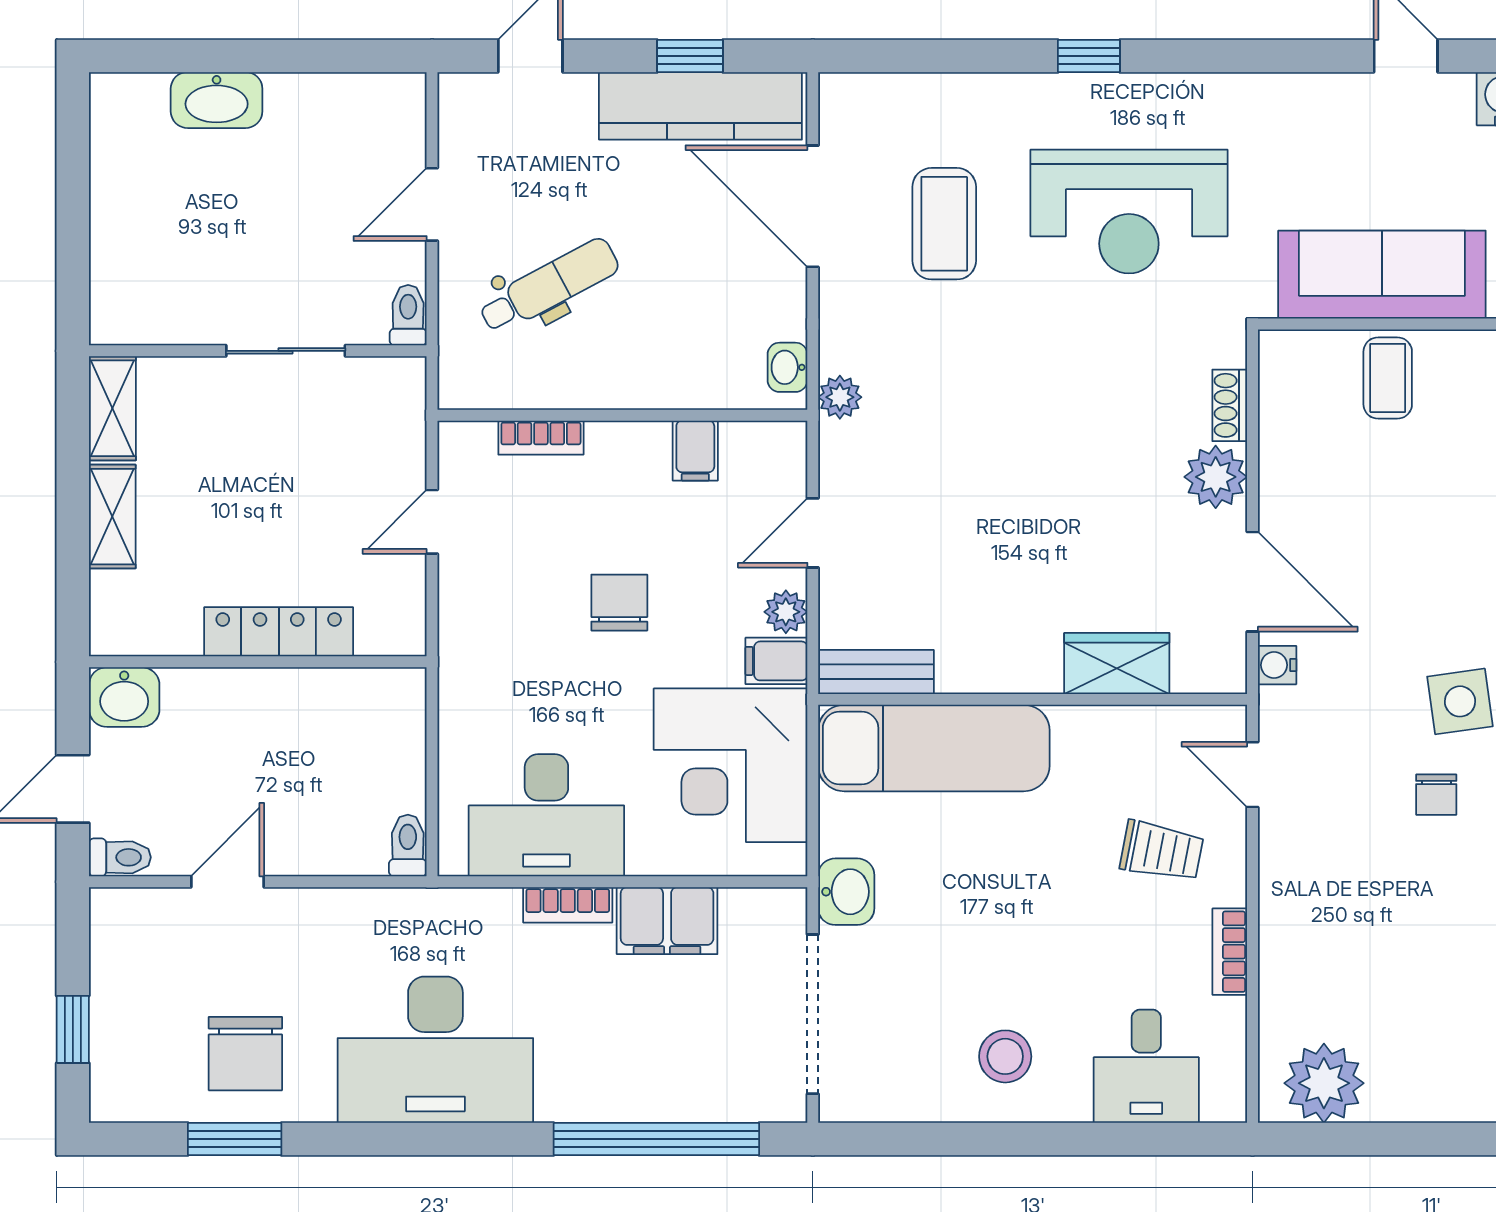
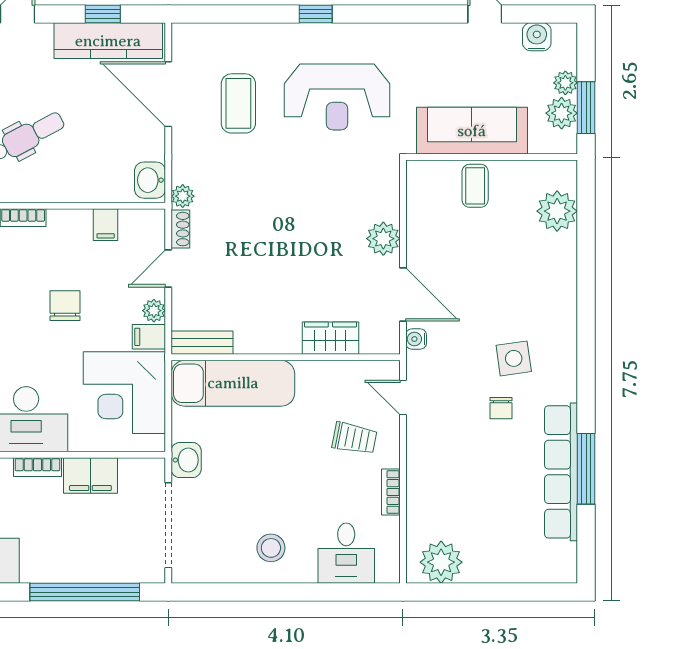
washbasin: (787, 367) -> (150, 180), width x1.38, depth x1.45
shoe rack: (1230, 405) -> (180, 229), moved, turned 180

